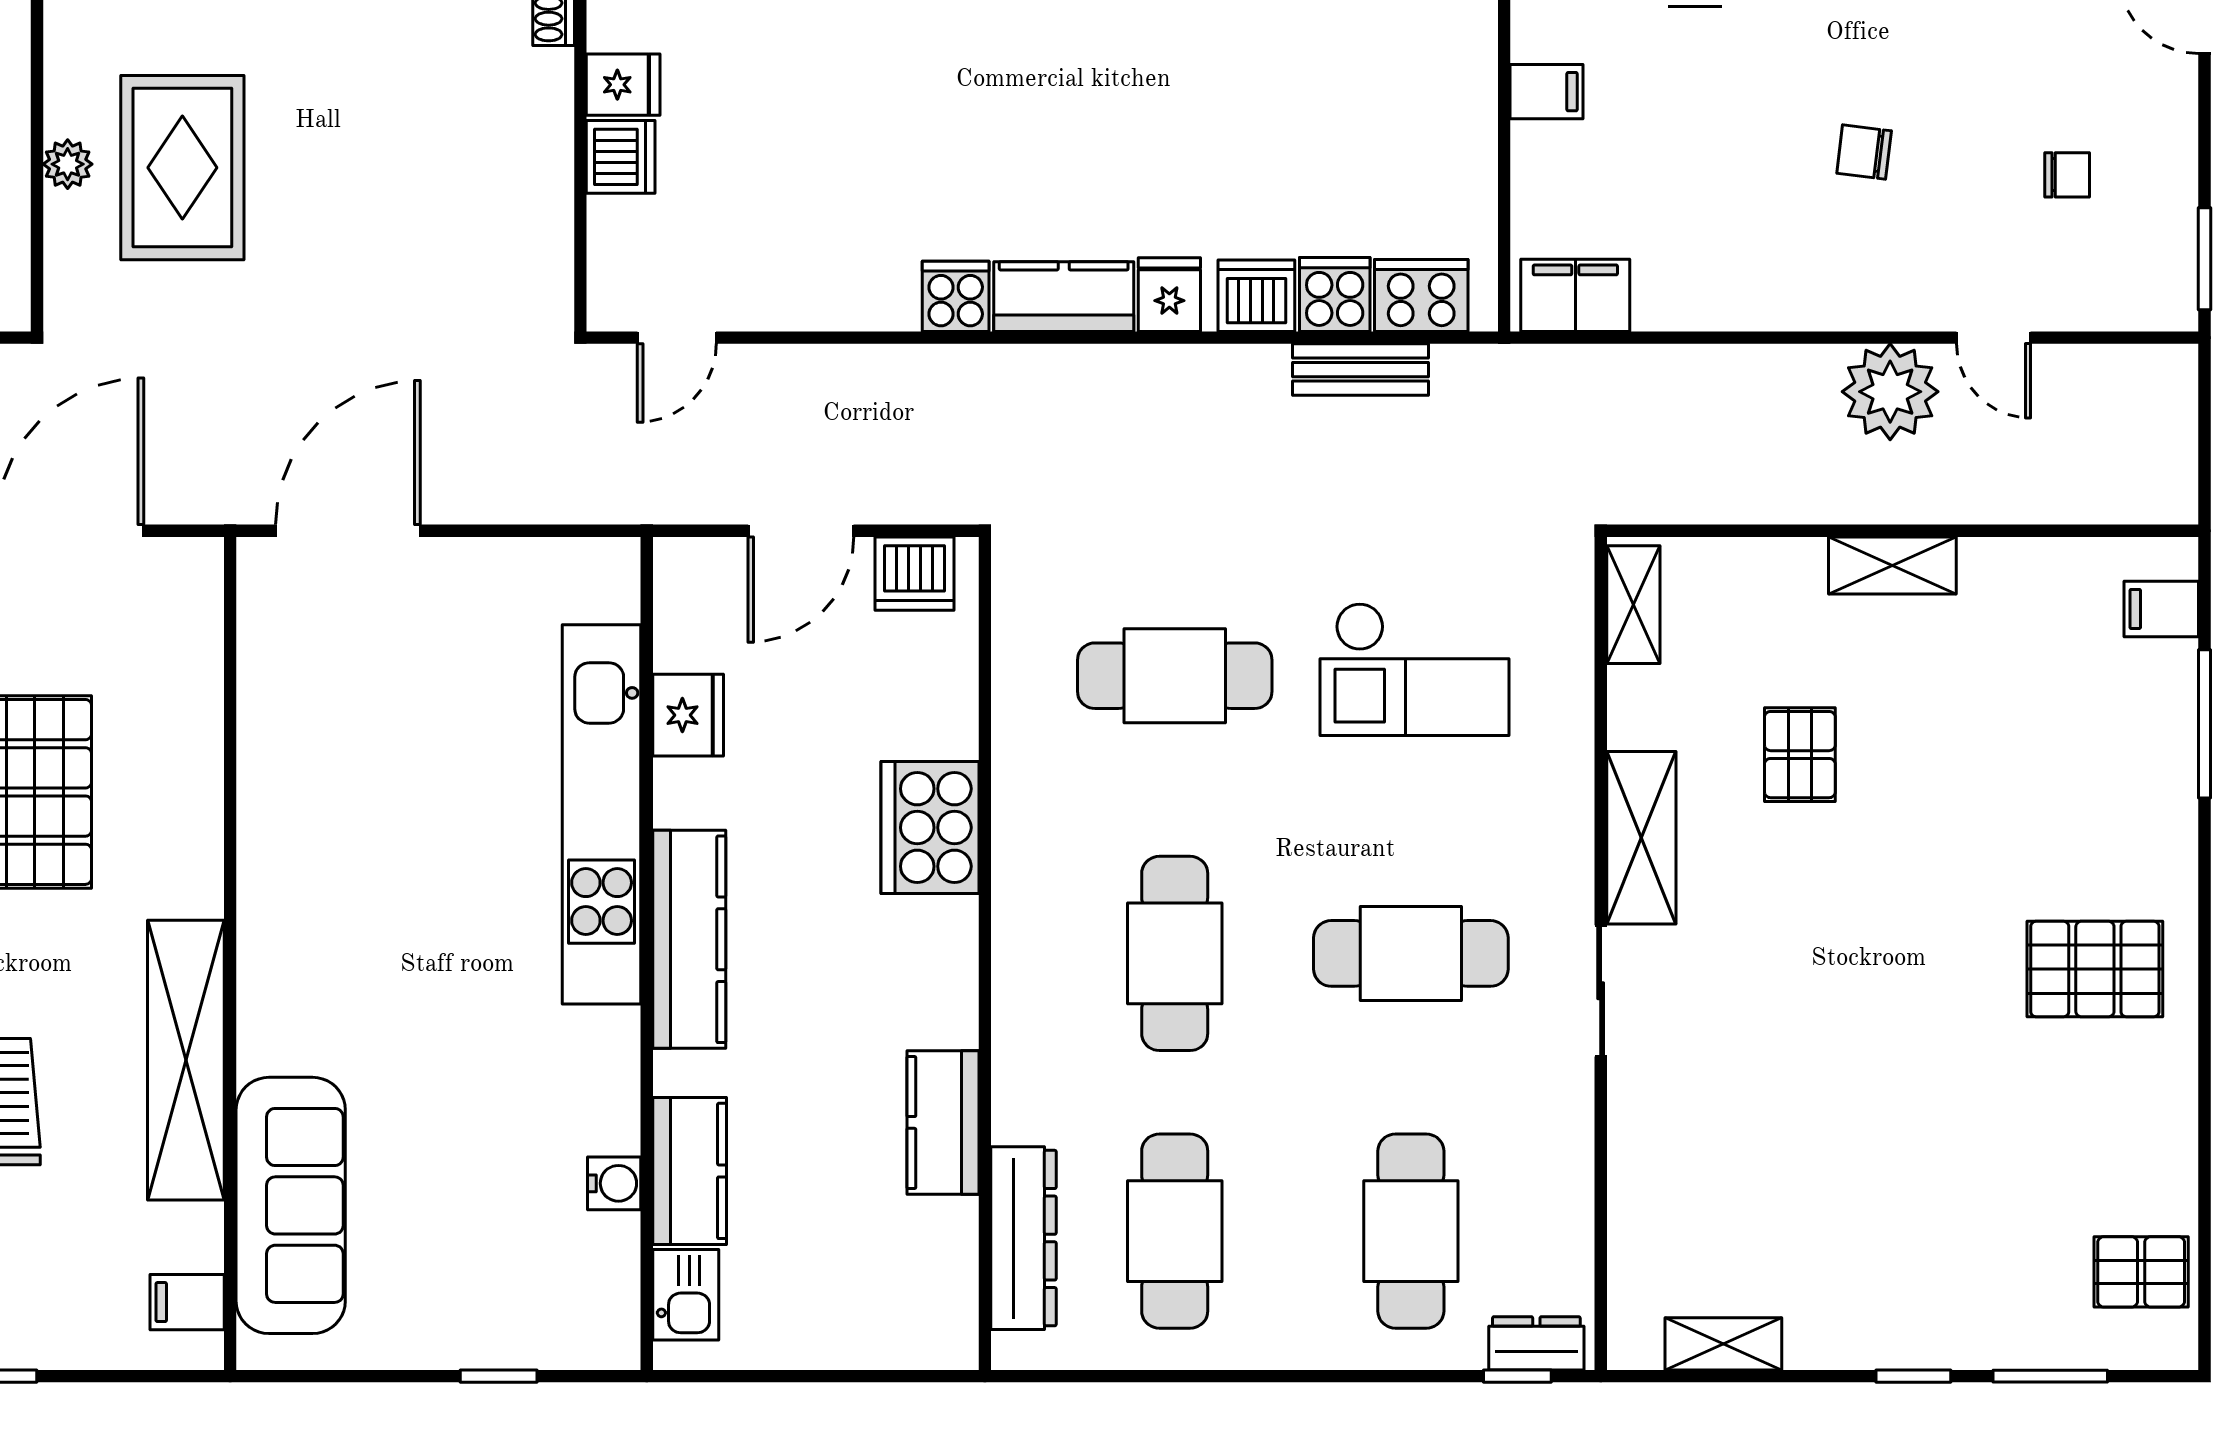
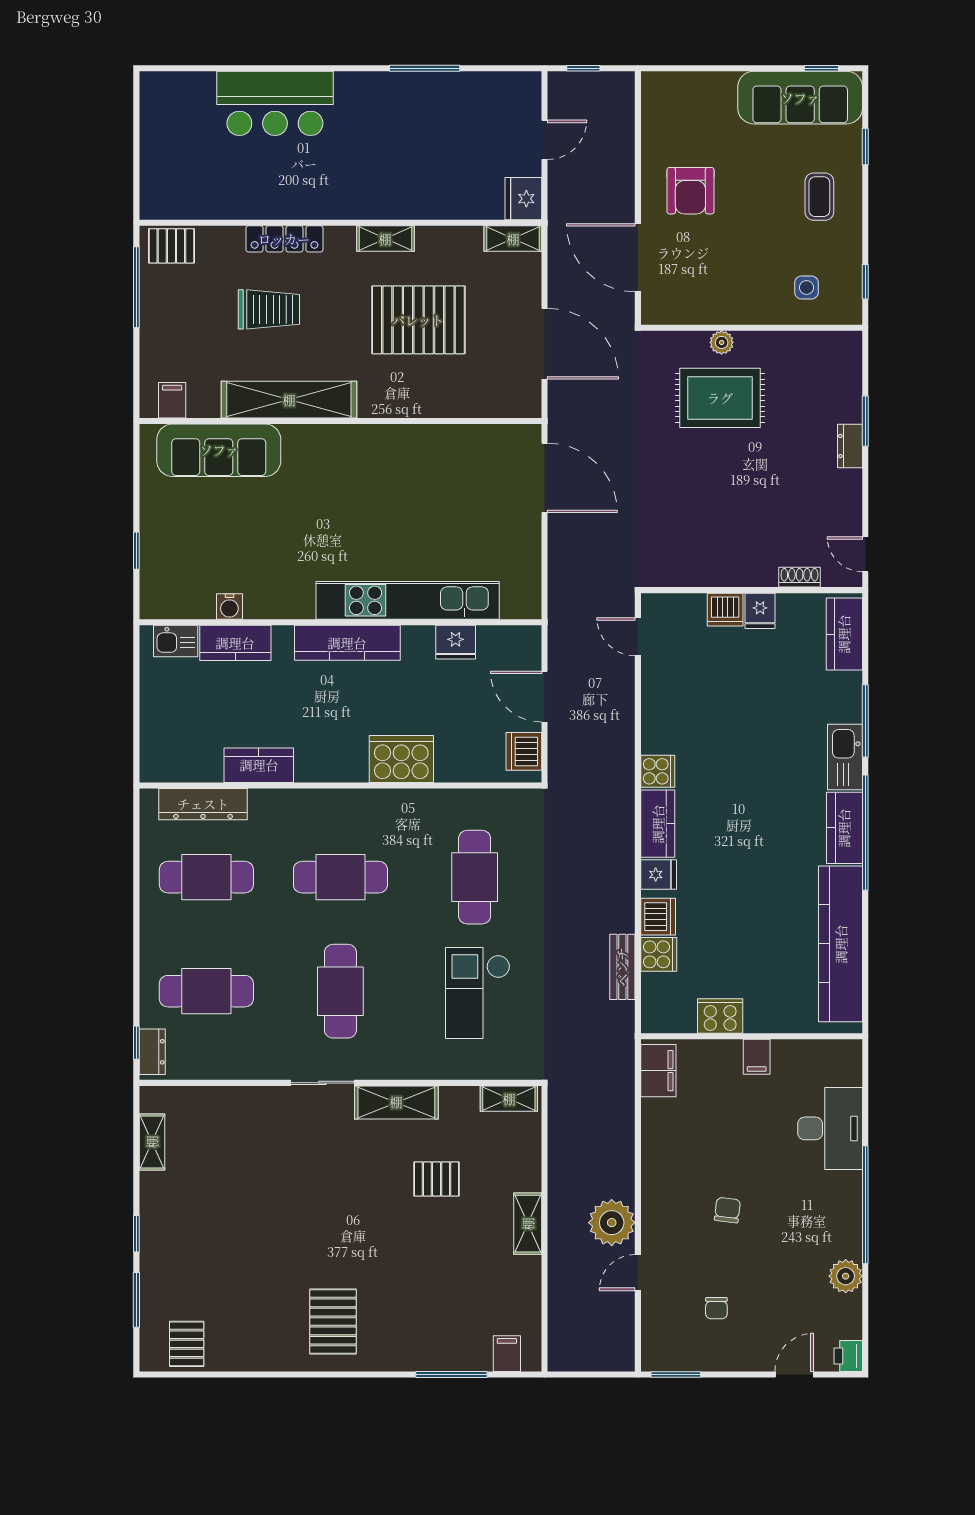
cooker: (1421, 296) -> (720, 1016), moved, turned -90

